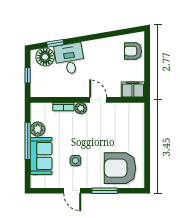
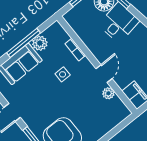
plant: (81, 108) -> (108, 93), moved
side table: (75, 161) -> (63, 74), moved

